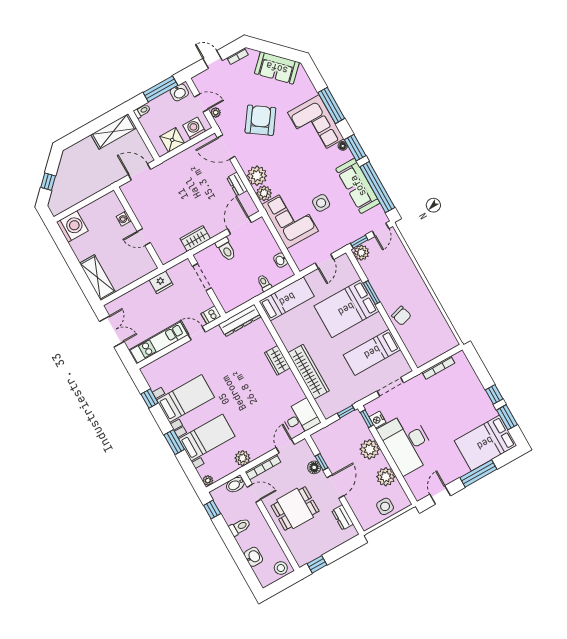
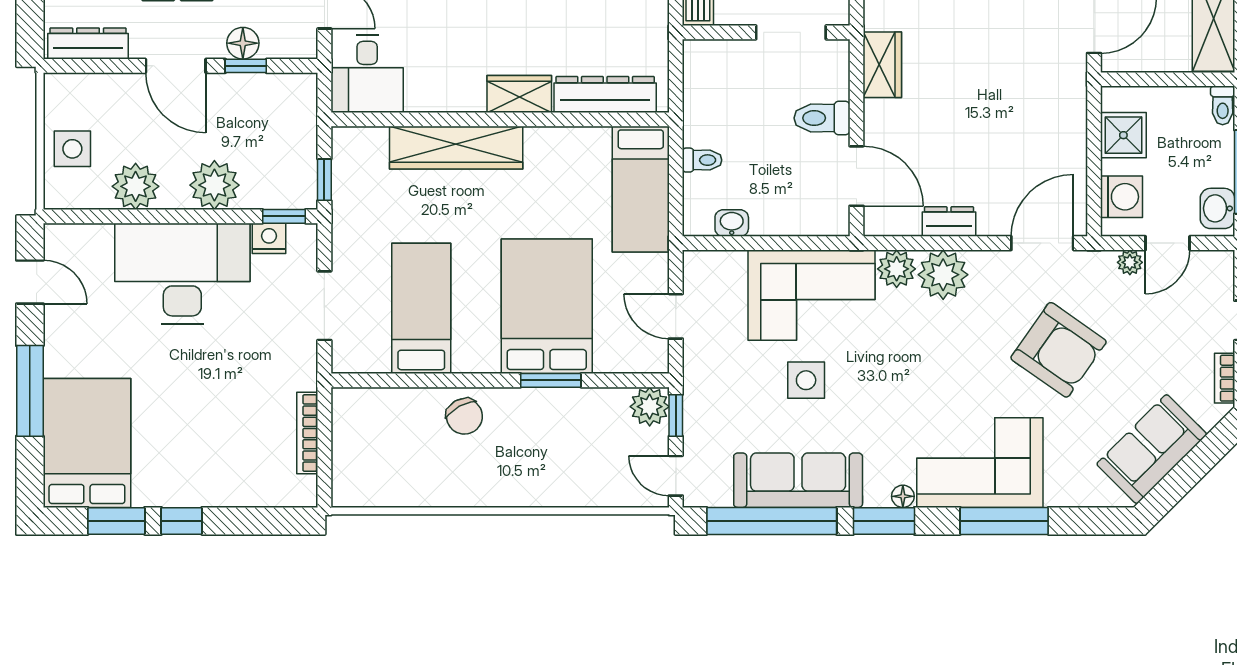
chair: (401, 316) -> (464, 416), turned -103
dresser: (240, 320) -> (605, 94), moved, turned 90
dresser: (342, 517) -> (88, 43), width x1.44

